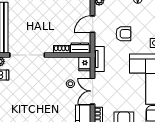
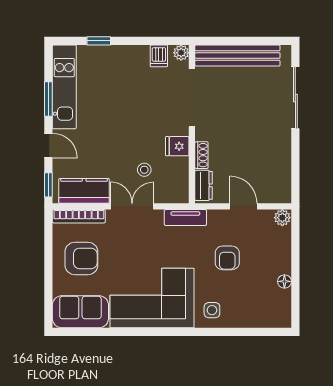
fridge: (85, 64) -> (177, 146), moved

